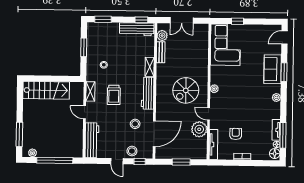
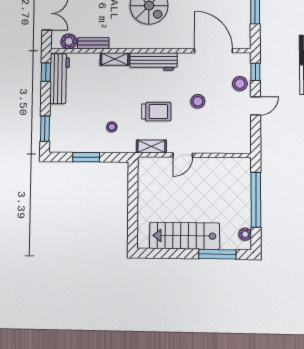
stairs: (46, 90) -> (185, 236), moved, turned -90
stool: (135, 124) -> (198, 101), moved
workbench: (92, 140) -> (225, 144), removed

